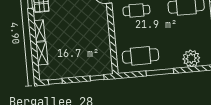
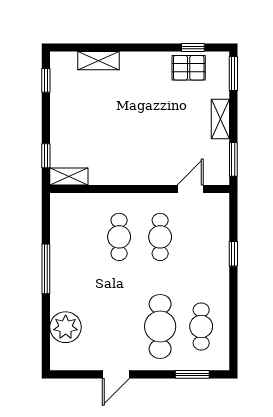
shelving: (39, 31) -> (69, 177), moved
cafe table: (141, 56) -> (119, 237), moved, width x0.73, depth x0.74

